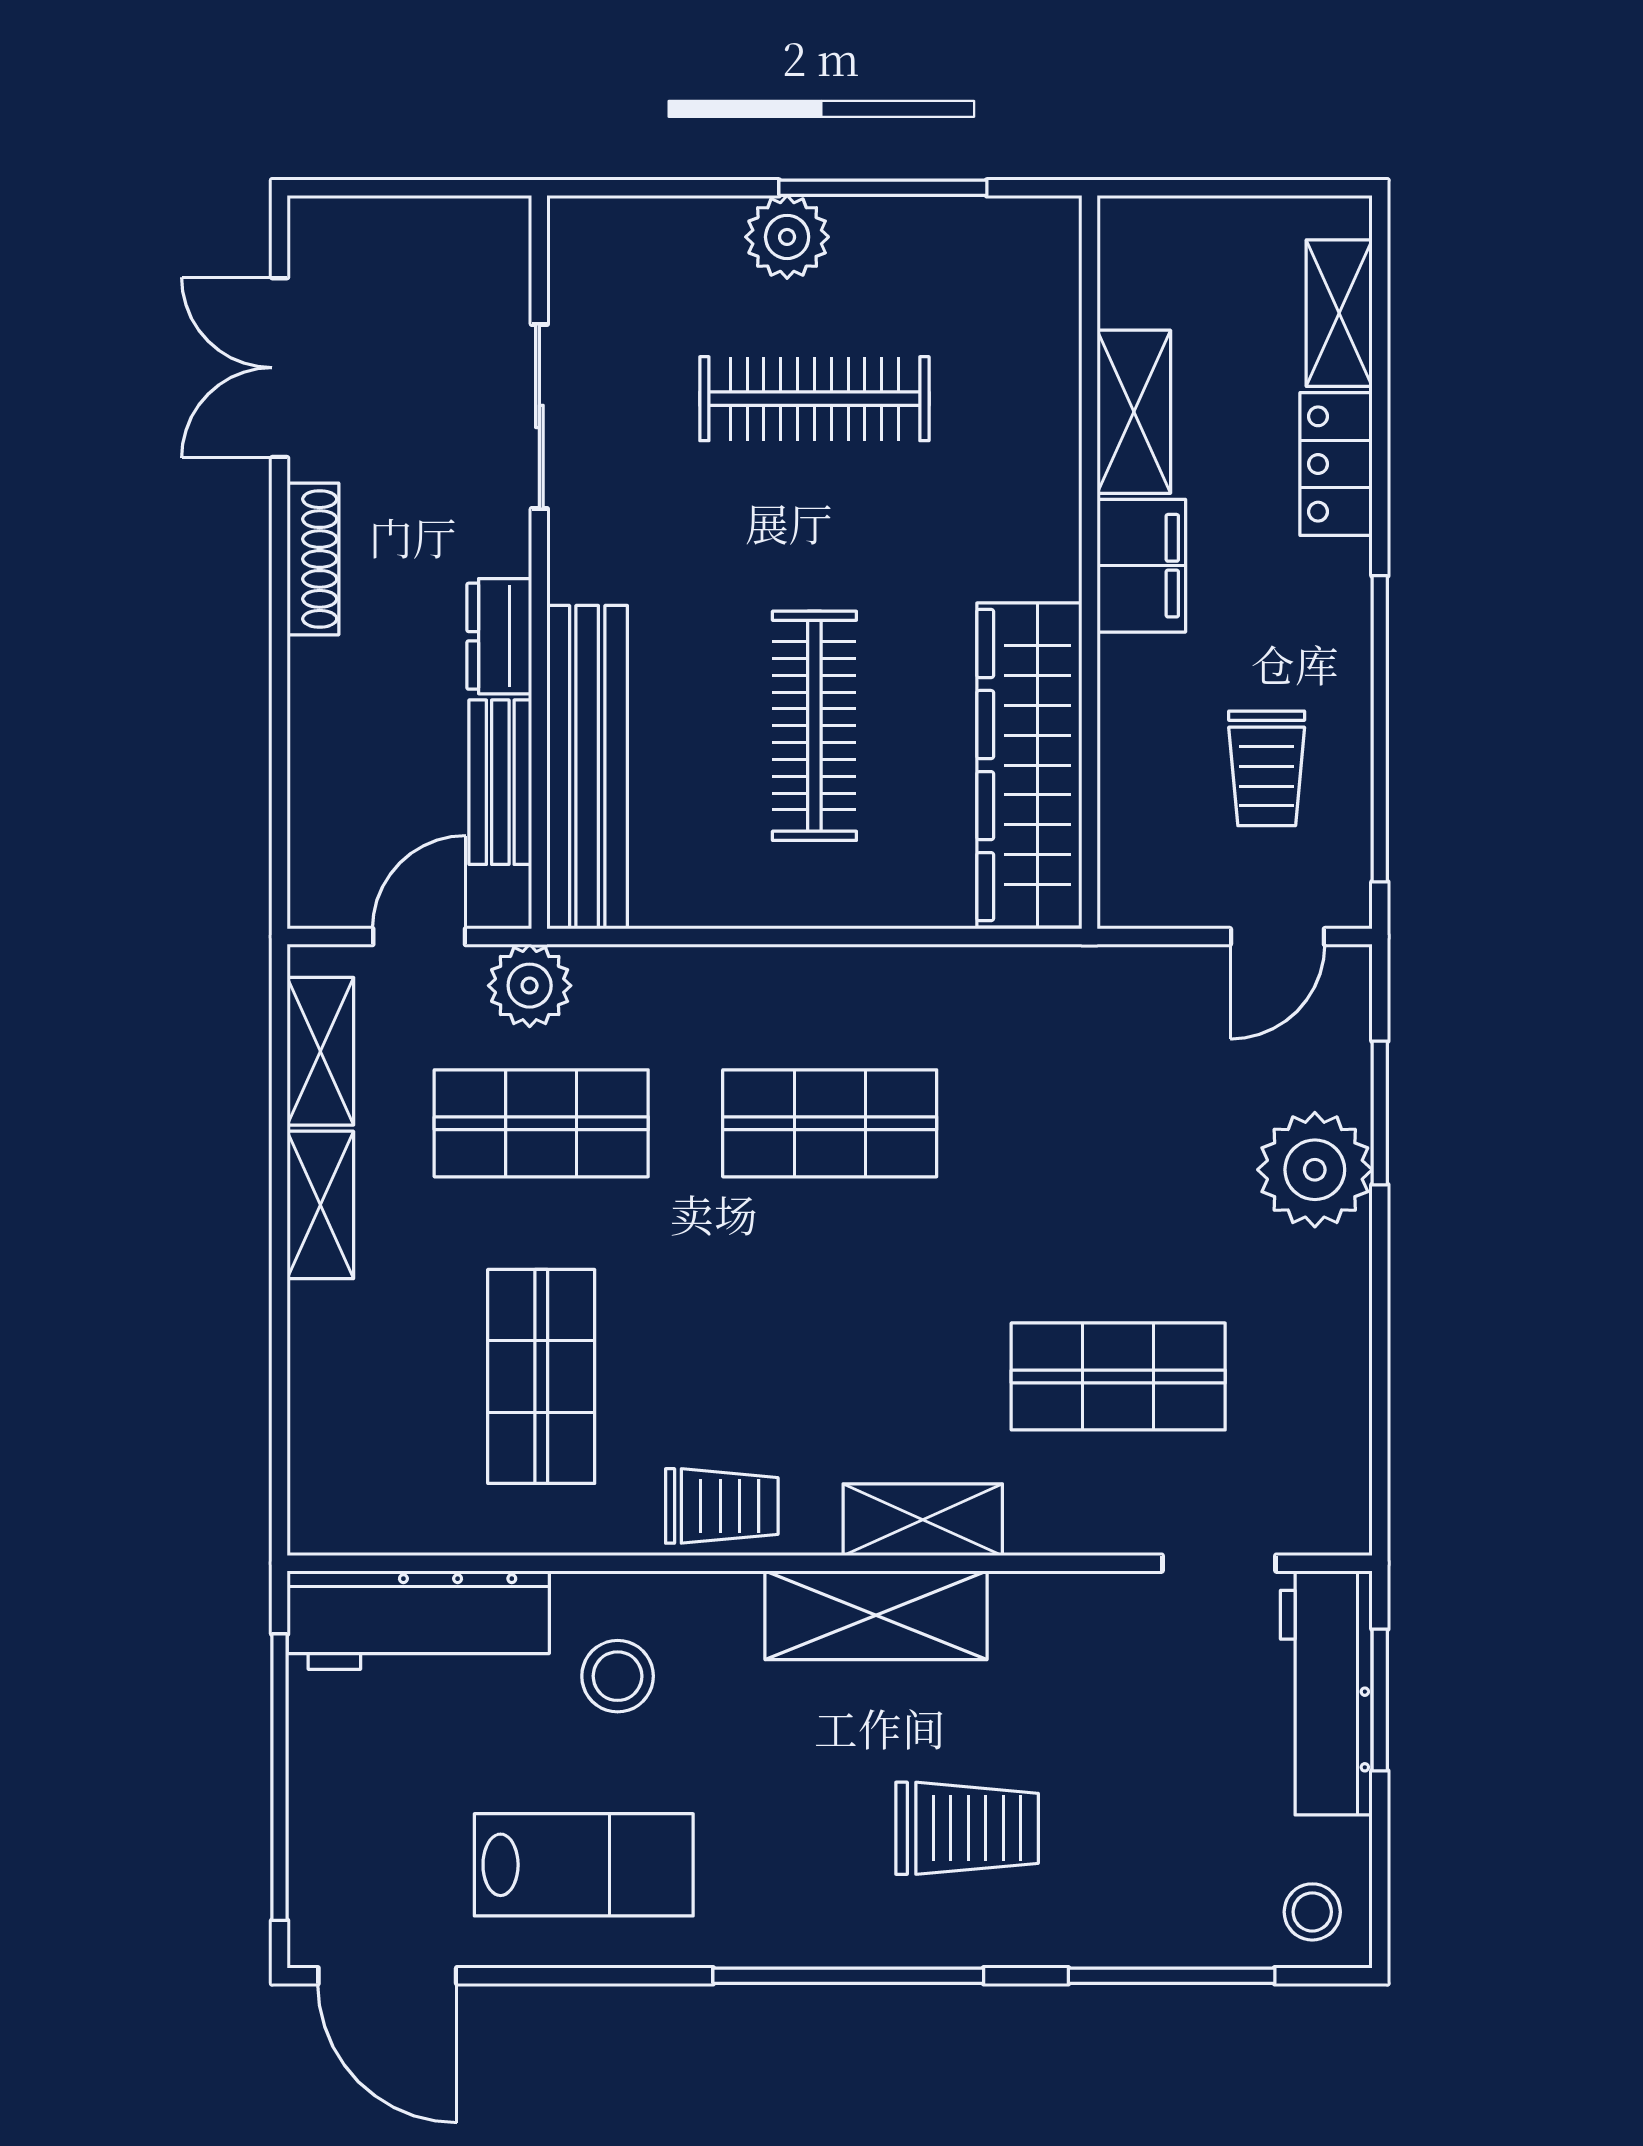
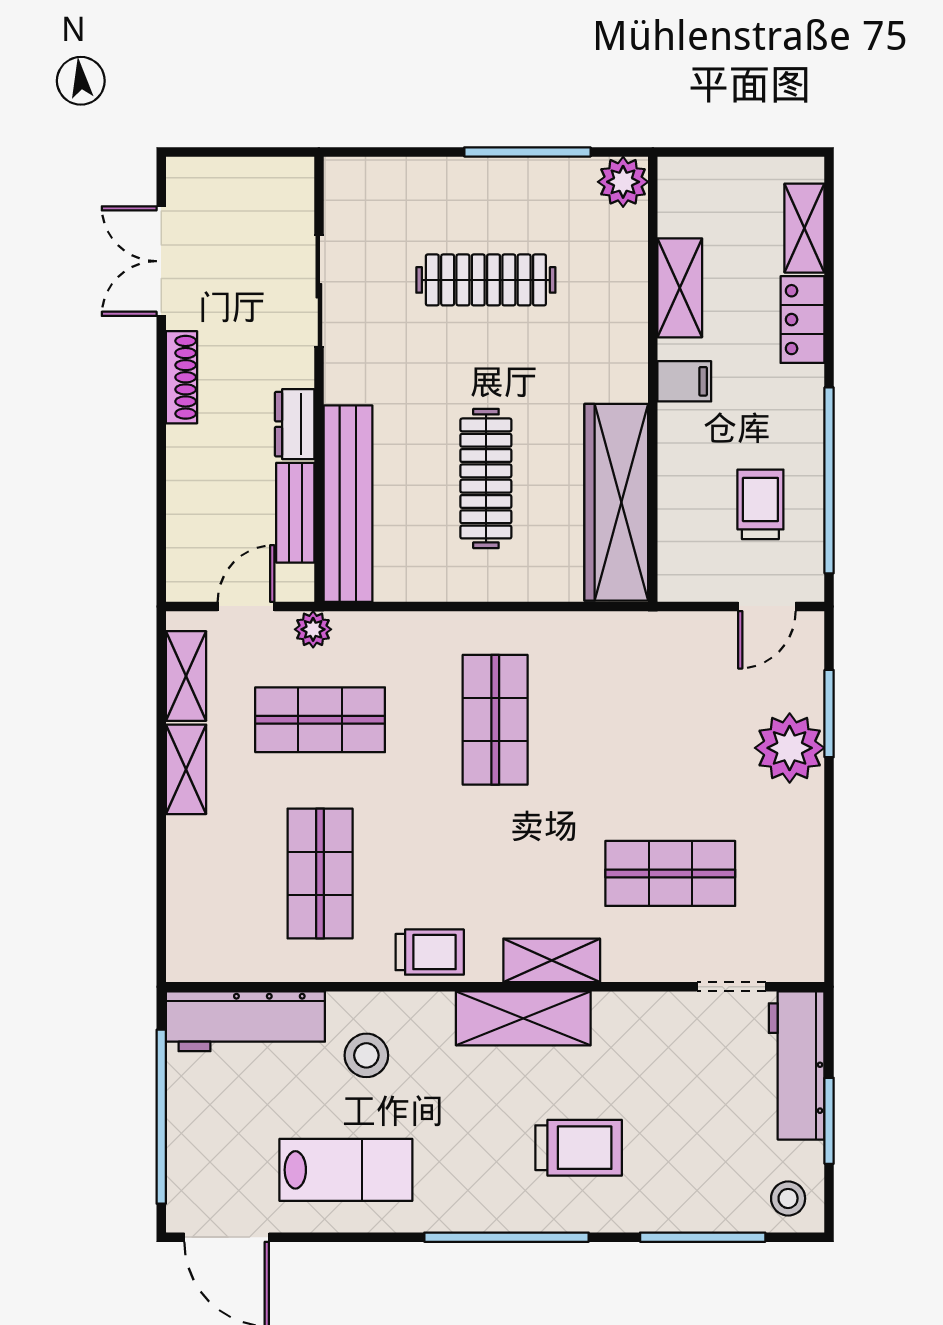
plant: (787, 237) -> (623, 182), moved
filing cabinet: (1141, 566) -> (684, 381), width x0.50
trolley: (1267, 768) -> (760, 504), turned 180
plant: (530, 986) -> (313, 629), width x0.73, depth x0.73
shop shelf: (830, 1123) -> (495, 720), turned 90
window: (1380, 1700) -> (829, 1121), moved

